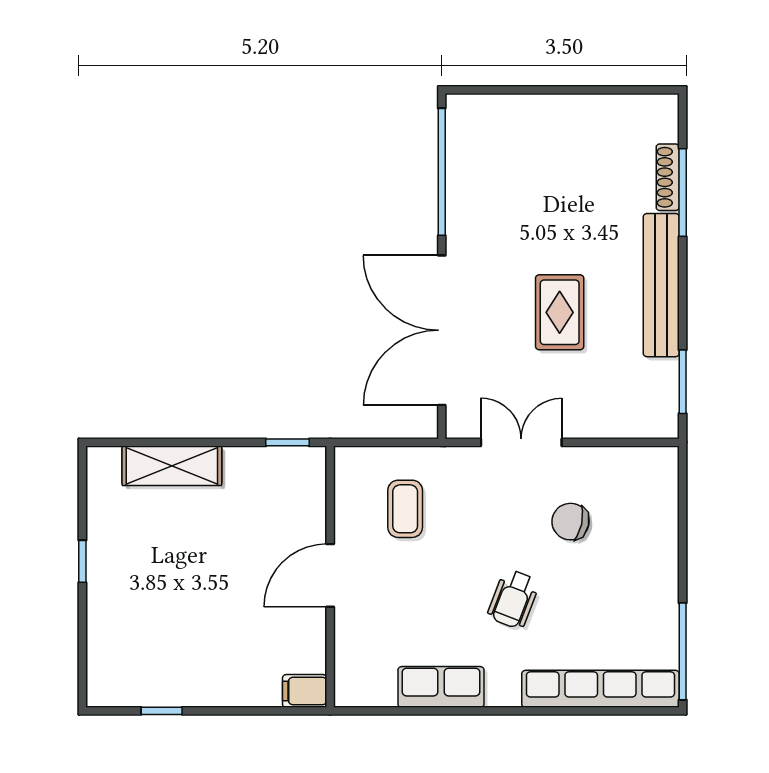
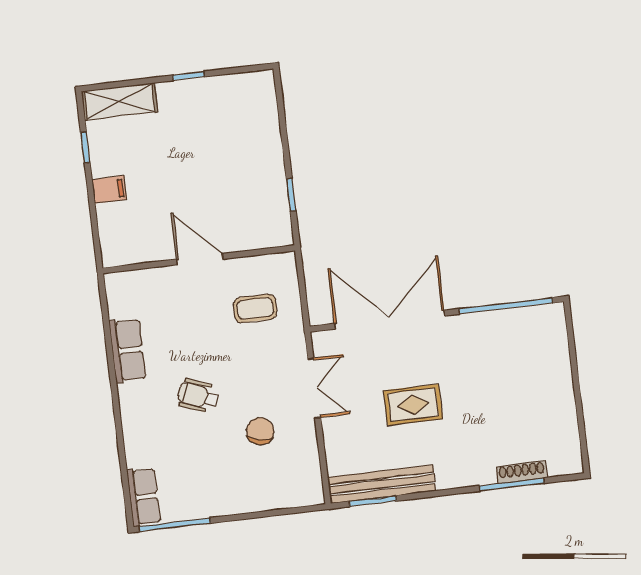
bench: (661, 285) -> (382, 484), moved
window: (288, 442) -> (291, 195), moved
shelving: (172, 466) -> (120, 102), moved, turned 90
row of seats: (600, 689) -> (143, 497), width x0.50
filing cabinet: (305, 691) -> (109, 189), moved, turned 90

